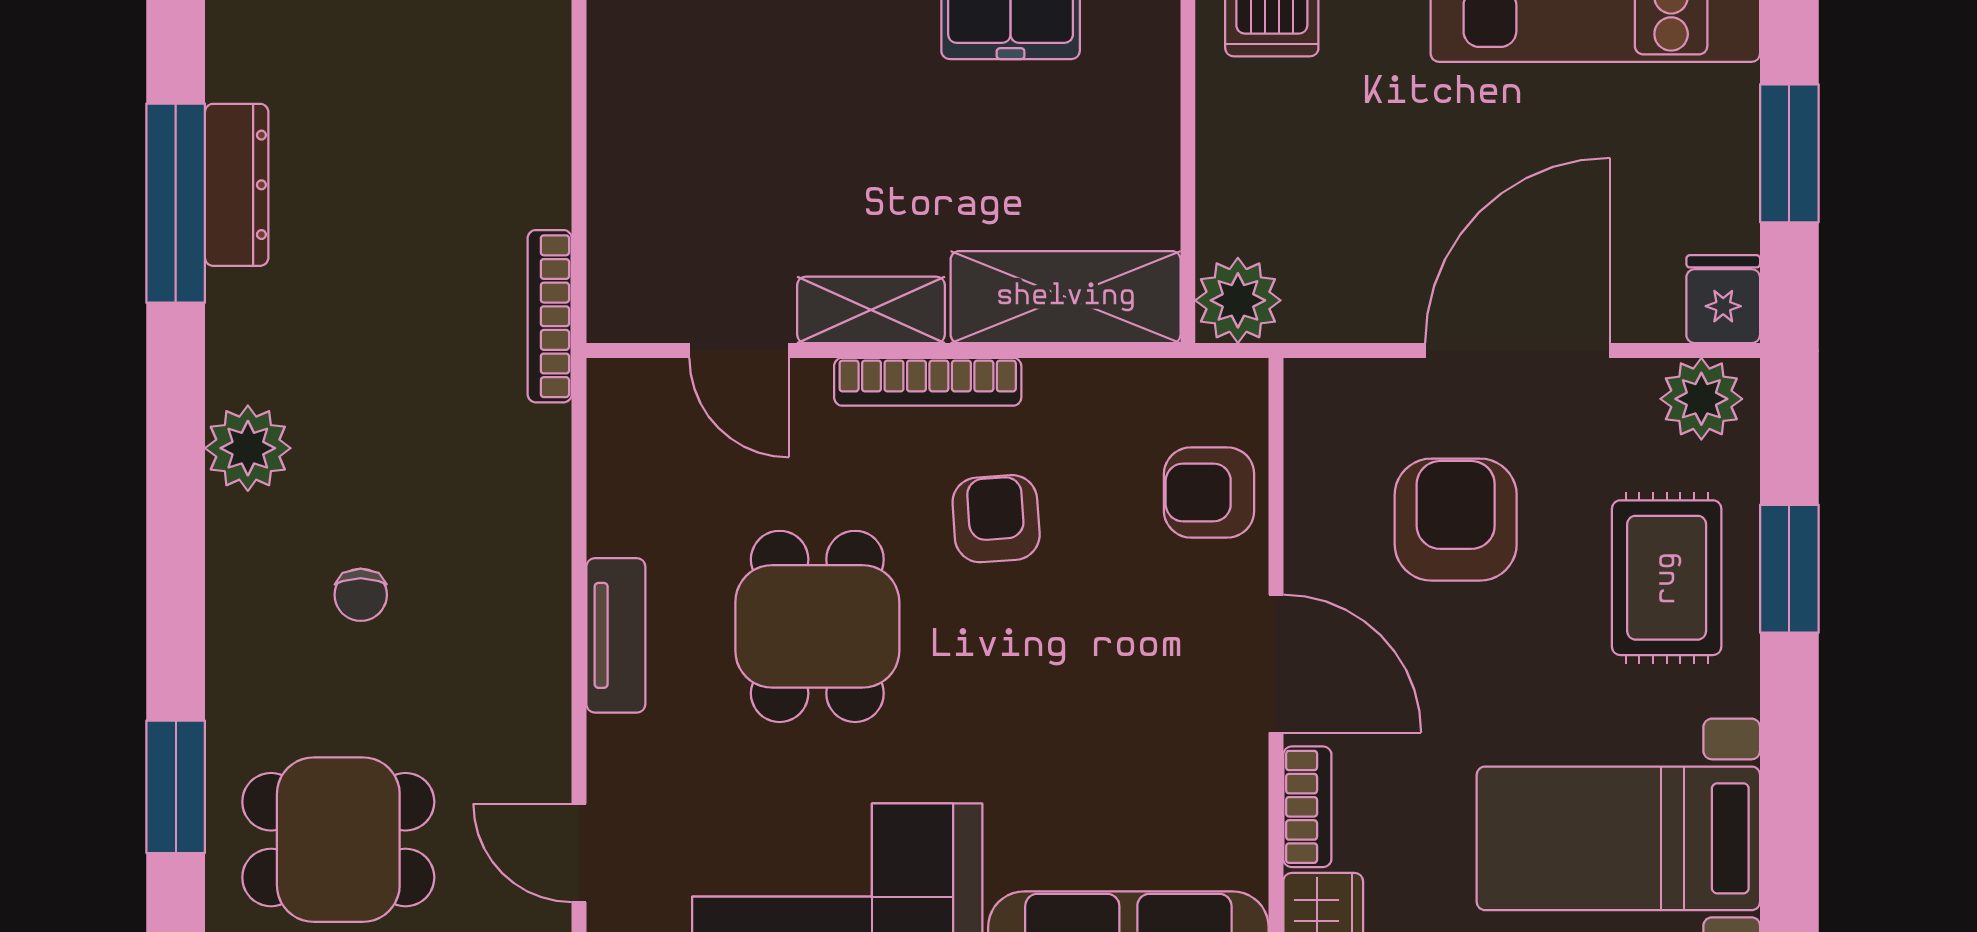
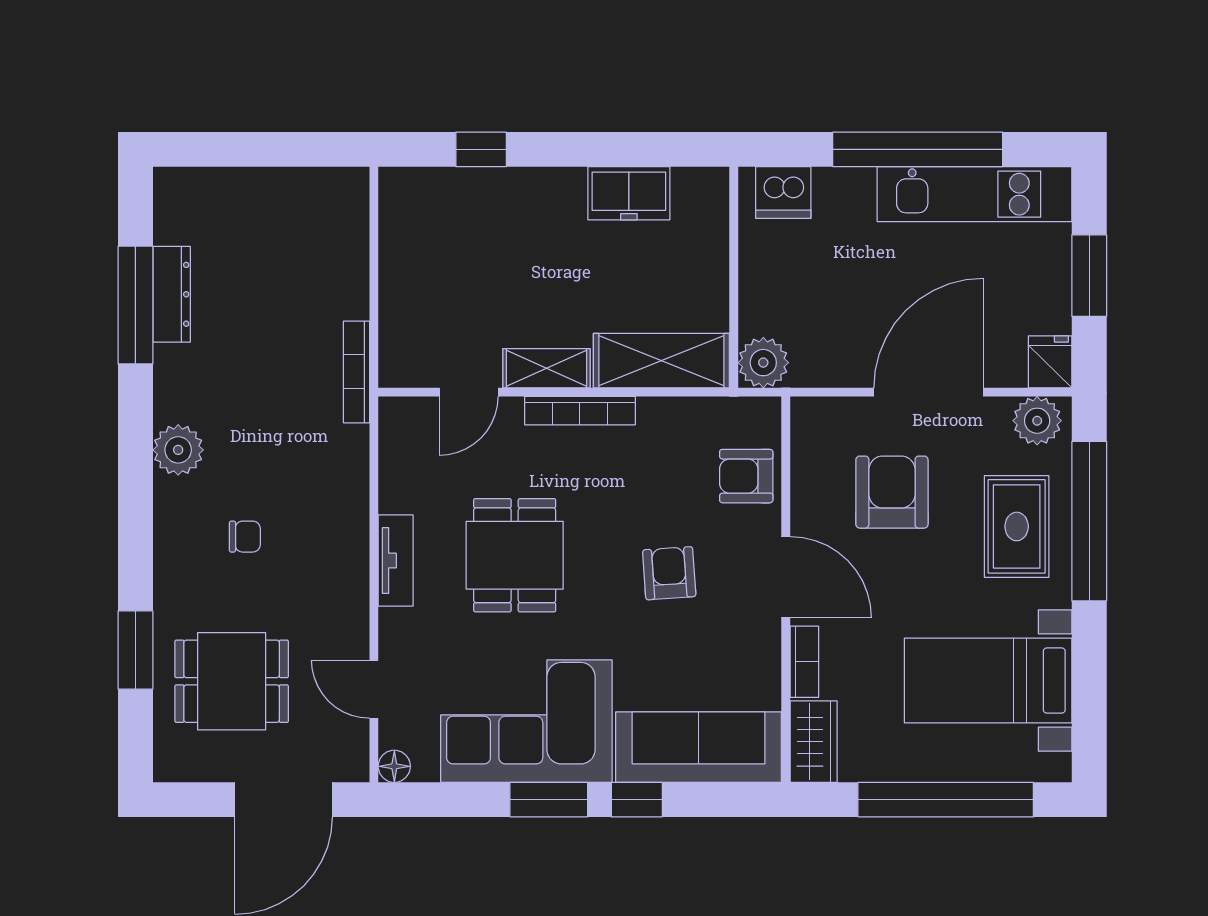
door: (739, 350) -> (469, 392), hinge flipped
armchair: (996, 519) -> (669, 573), moved
window: (1789, 569) -> (1089, 521), width x2.11
chair: (361, 595) -> (245, 537), turned -90

